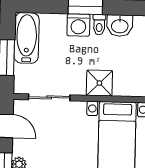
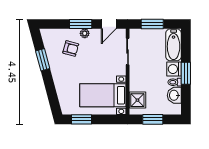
bathtub: (27, 38) -> (174, 45), moved, turned 90
shower: (99, 83) -> (137, 100), moved

